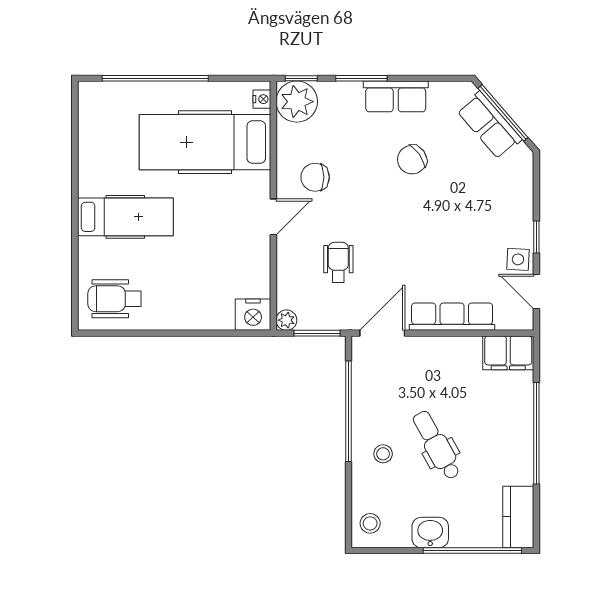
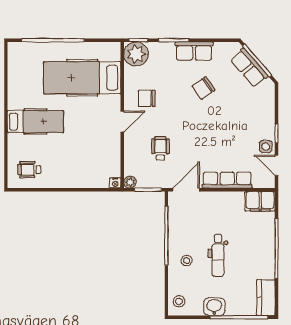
nightstand: (262, 99) -> (116, 53), removed
wheelchair: (115, 299) -> (29, 170), width x0.73, depth x0.73
nightstand: (253, 315) -> (115, 183), width x0.53, depth x0.56
dental chair: (437, 445) -> (218, 255), turned -151

